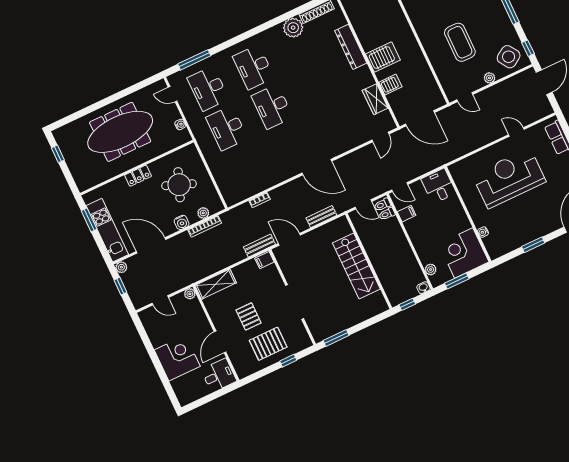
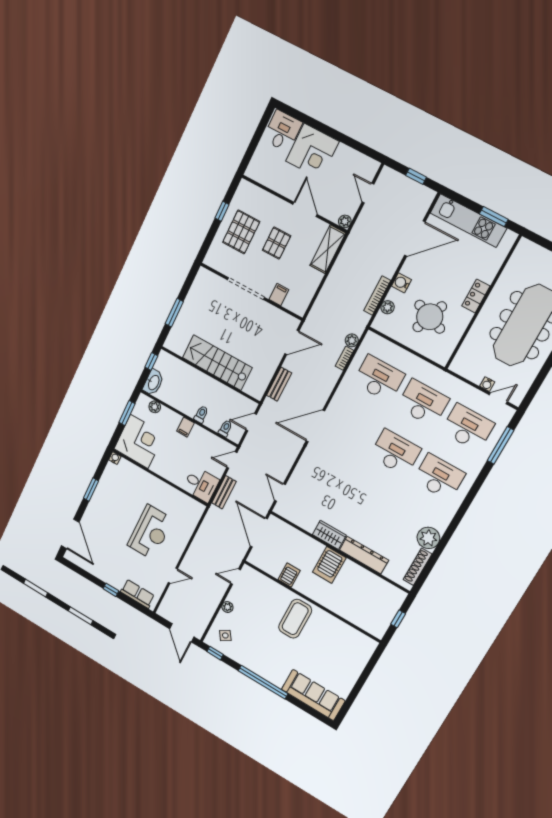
coffee table: (460, 42) -> (295, 619), moved, turned 90
side table: (509, 57) -> (225, 635), width x0.54, depth x0.54
server rack: (390, 84) -> (289, 575), moved, turned 180
wardrobe: (375, 99) -> (329, 535), moved
door: (420, 118) -> (259, 533), hinge flipped
water cooler: (180, 124) -> (487, 384), moved
desk: (246, 168) -> (379, 379), added
reception desk: (509, 178) -> (150, 532), width x0.74, depth x0.77
toilet: (382, 205) -> (201, 414), moved
filing cabinet: (407, 214) -> (185, 427), moved
water cooler: (483, 232) -> (115, 458), moved
bench: (259, 246) -> (224, 492), moved
filing cabinet: (264, 260) -> (279, 295), moved
plant: (121, 267) -> (352, 340), moved
washbasin: (423, 288) -> (153, 382), width x1.91, depth x1.45
door: (160, 300) -> (368, 193), hinge flipped
pallet: (249, 316) -> (277, 243), turned 90
window: (336, 338) -> (174, 313), moved
door: (220, 342) -> (305, 209), moved
window: (288, 361) -> (222, 211), moved
desk: (219, 375) -> (282, 131), moved, turned 180

